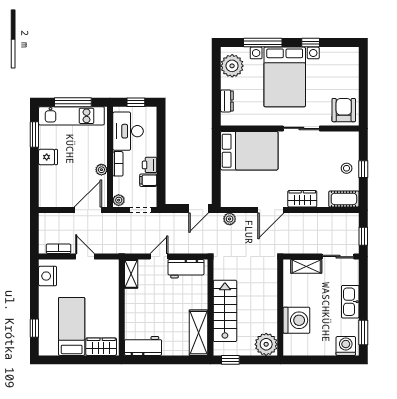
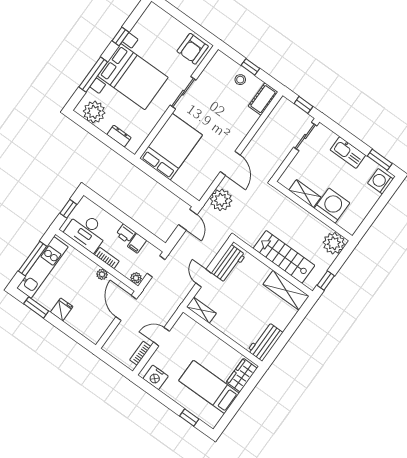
armchair: (344, 110) -> (193, 49), turned -90
wardrobe: (302, 199) -> (239, 132), removed
plant: (230, 219) -> (221, 200), width x1.88, depth x1.88
shelving: (306, 266) -> (305, 194), moved, turned 90

